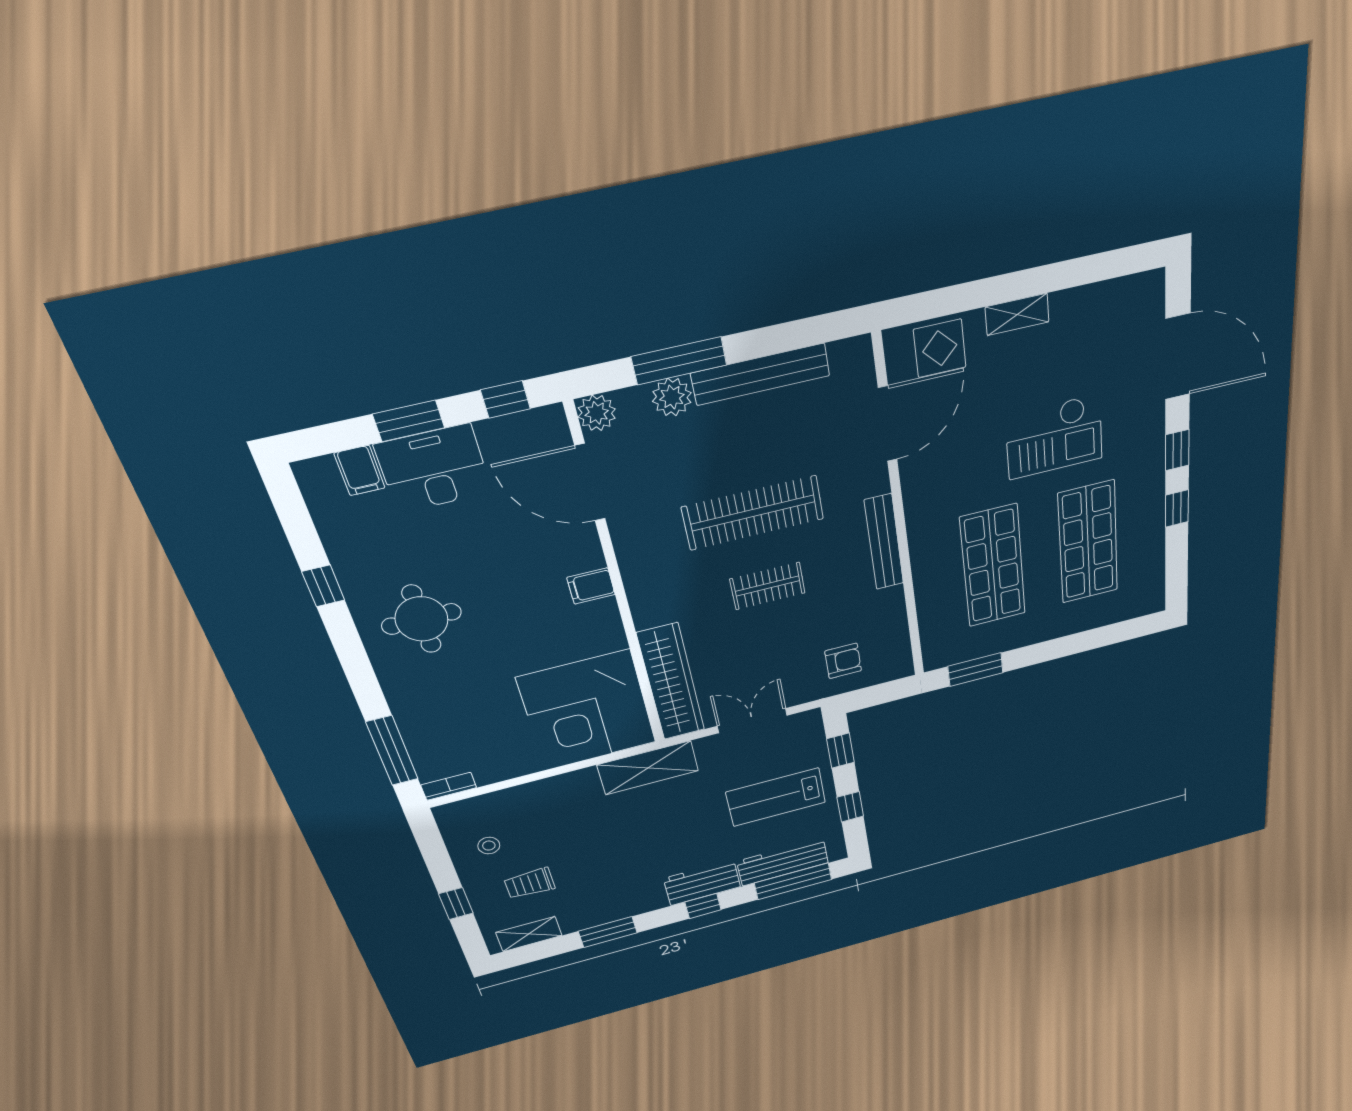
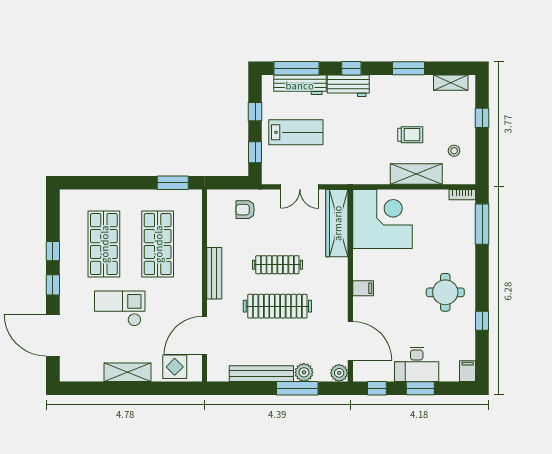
shelving: (1017, 314) -> (127, 372), width x1.50, depth x1.33
filing cabinet: (360, 471) -> (468, 371), moved
clothes rail: (768, 586) -> (277, 265), width x1.36
shelving: (648, 768) -> (416, 174), moved
trolley: (530, 883) -> (410, 135), moved

